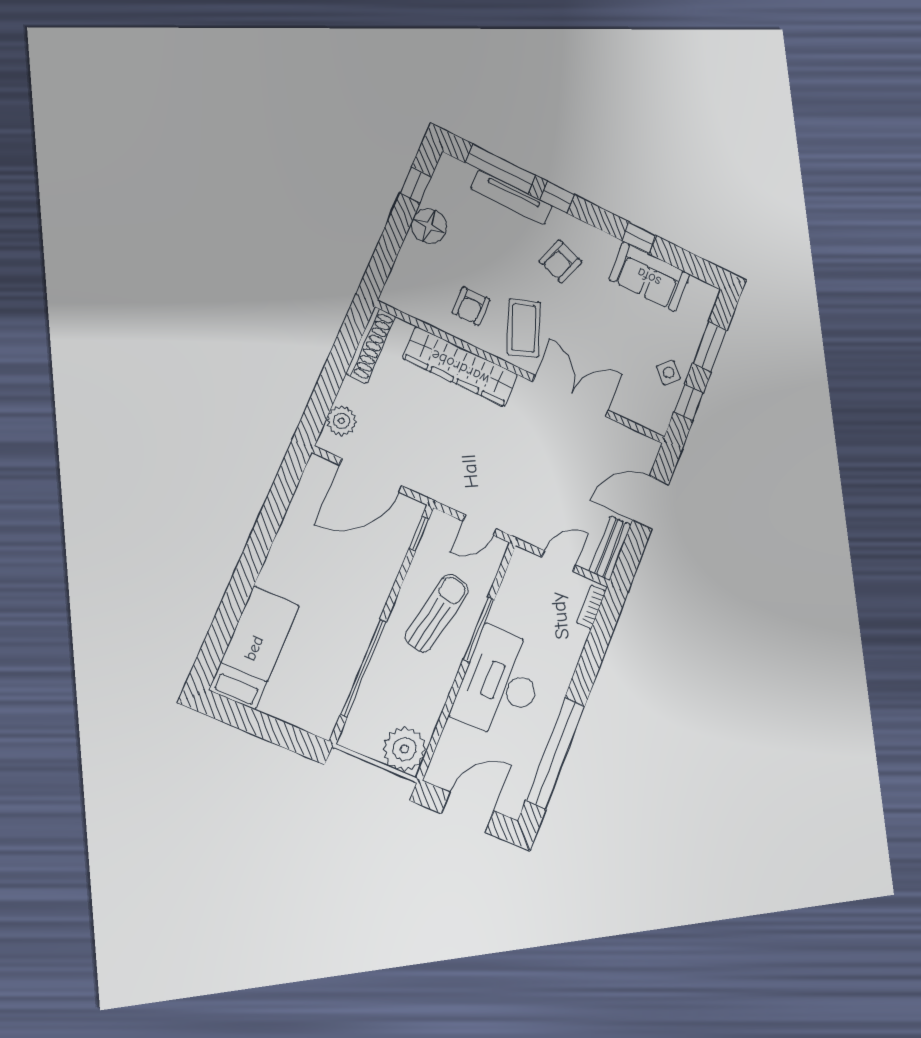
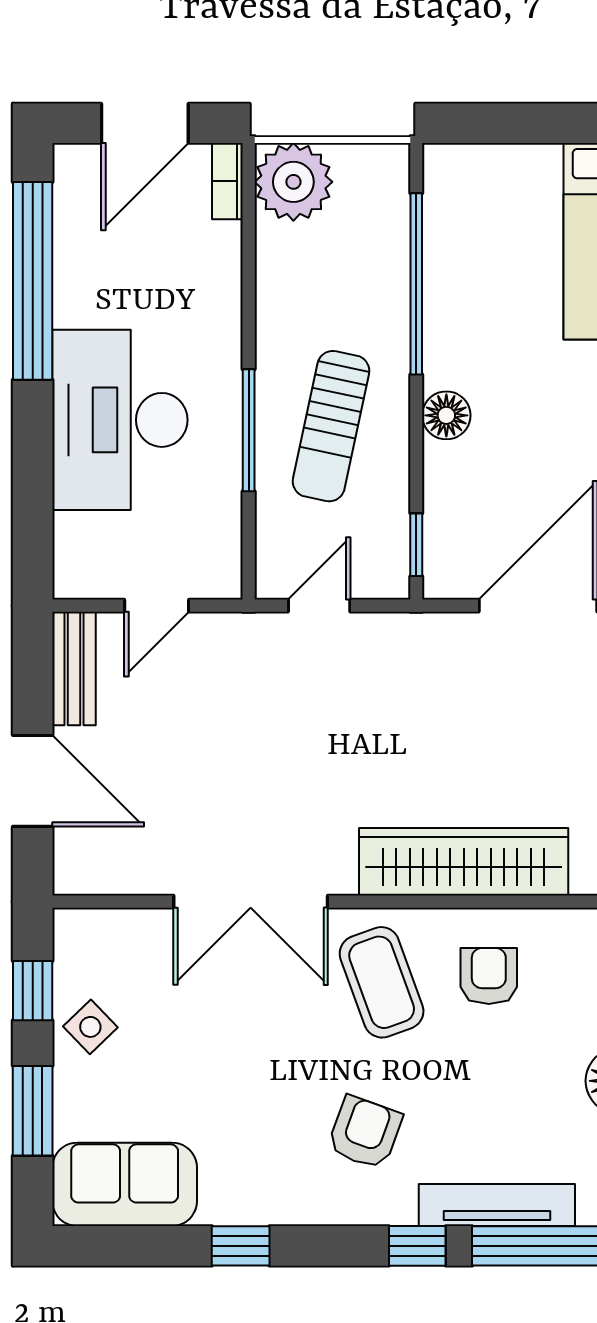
sofa: (649, 277) -> (125, 1184), moved
door: (651, 502) -> (33, 781), hinge flipped
floor lamp: (376, 593) -> (446, 415), added
bookcase: (591, 607) -> (227, 181), moved, turned 180
desk: (500, 683) -> (120, 420), moved, turned 180

